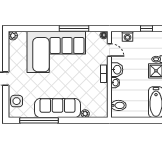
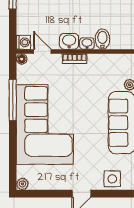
washing machine: (127, 36) -> (23, 42), moved
door: (109, 50) -> (42, 52), hinge flipped
bidet: (118, 105) -> (102, 39), moved

